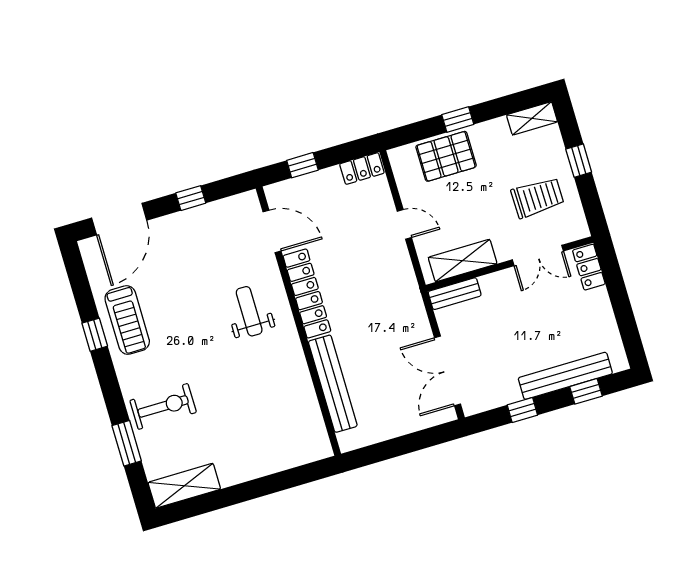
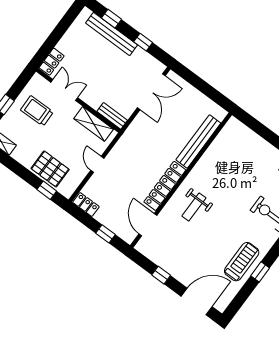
window: (458, 119) -> (47, 190), moved

